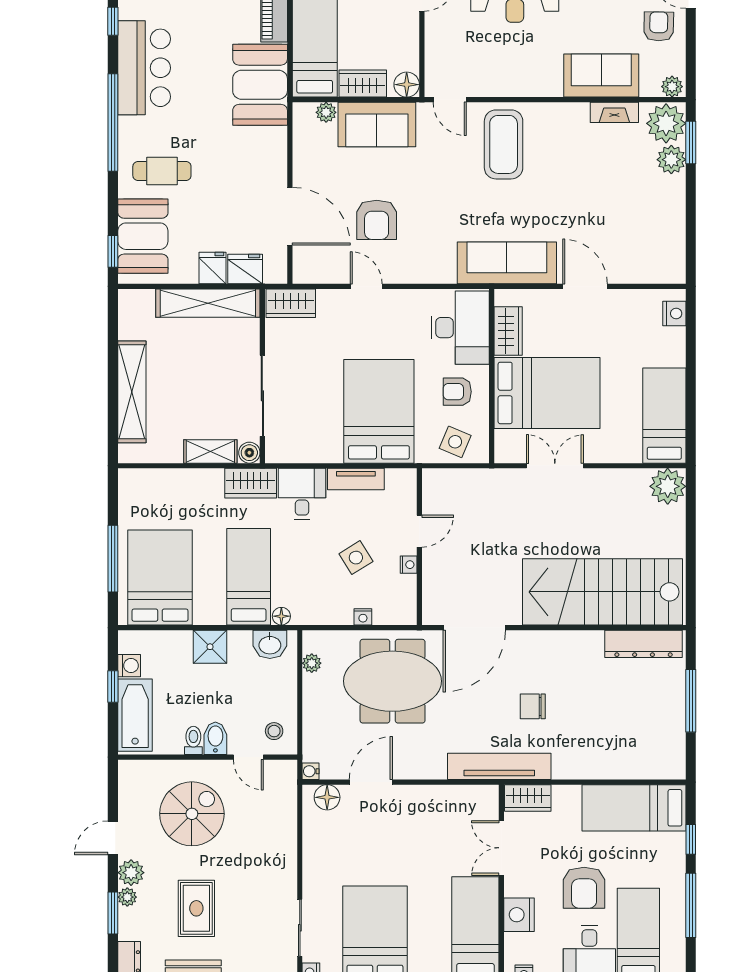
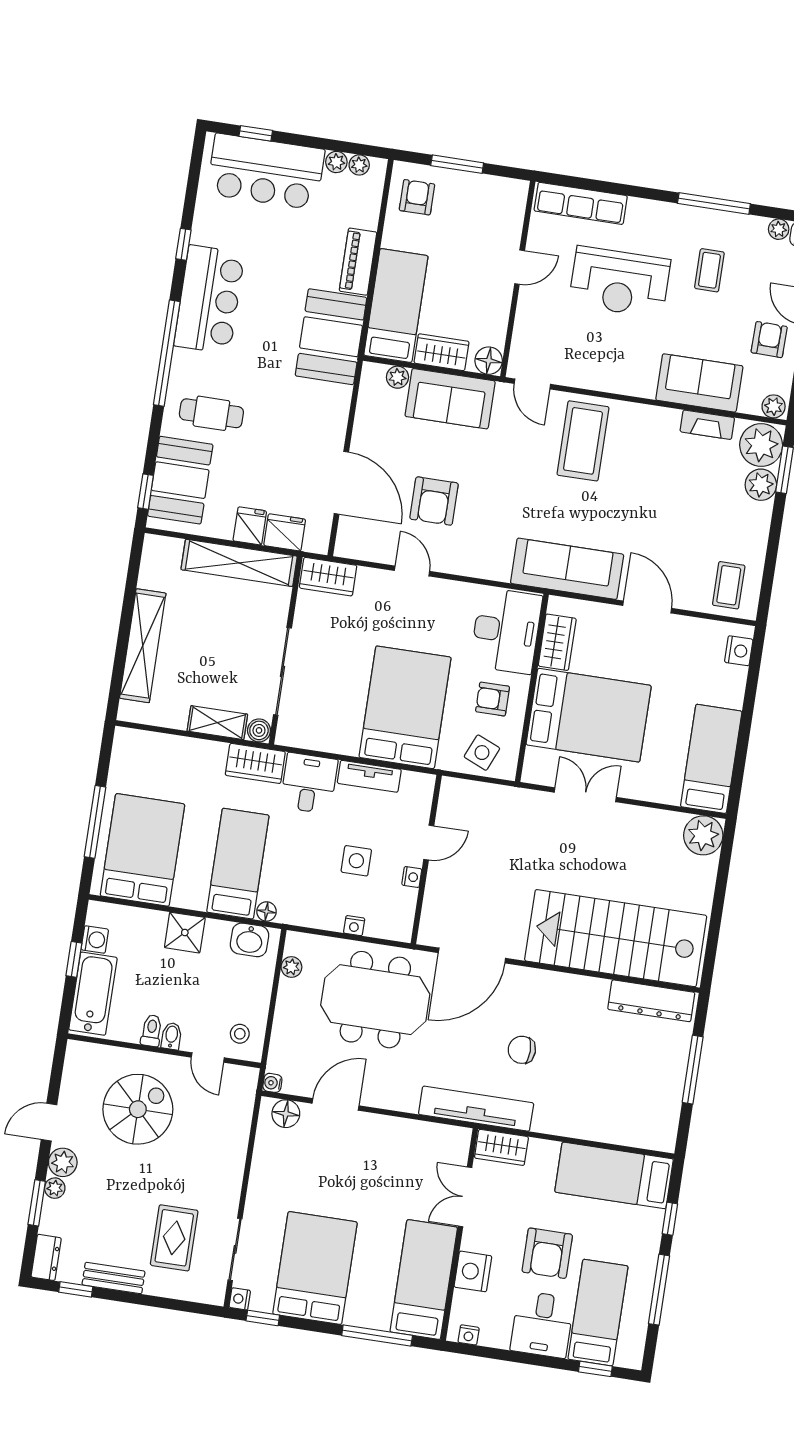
coffee table: (656, 255) -> (729, 585), added
side table: (356, 558) -> (356, 861), turned 32
bidet: (215, 738) -> (171, 1036), width x0.72, depth x0.74
rug: (196, 908) -> (174, 1238), moved

